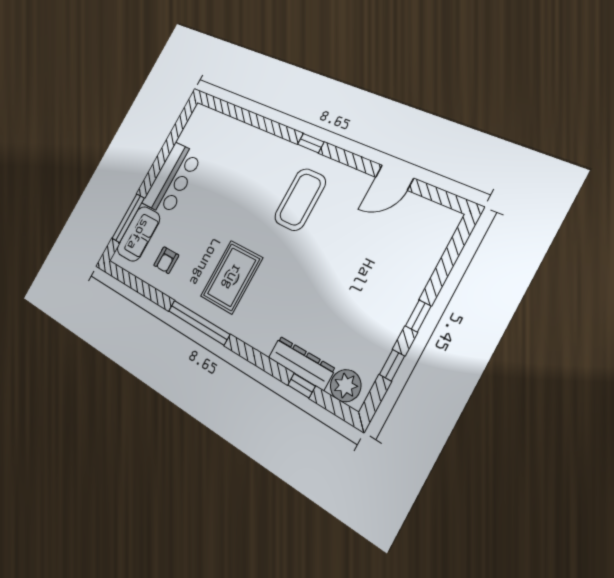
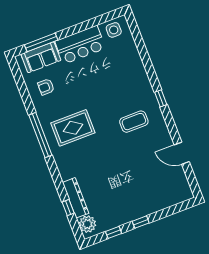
side table: (197, 129) -> (114, 30), added
coffee table: (300, 200) -> (134, 122), width x0.73, depth x0.76

